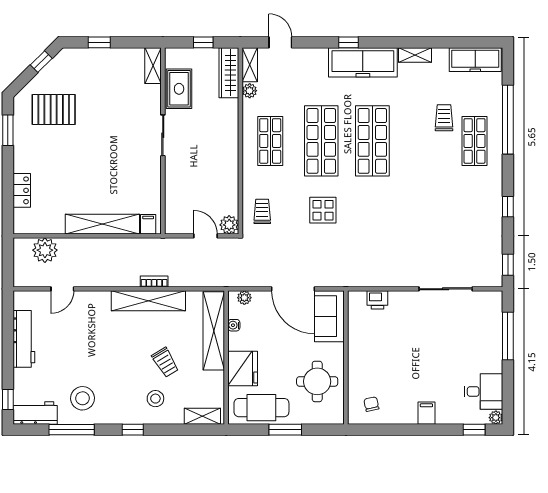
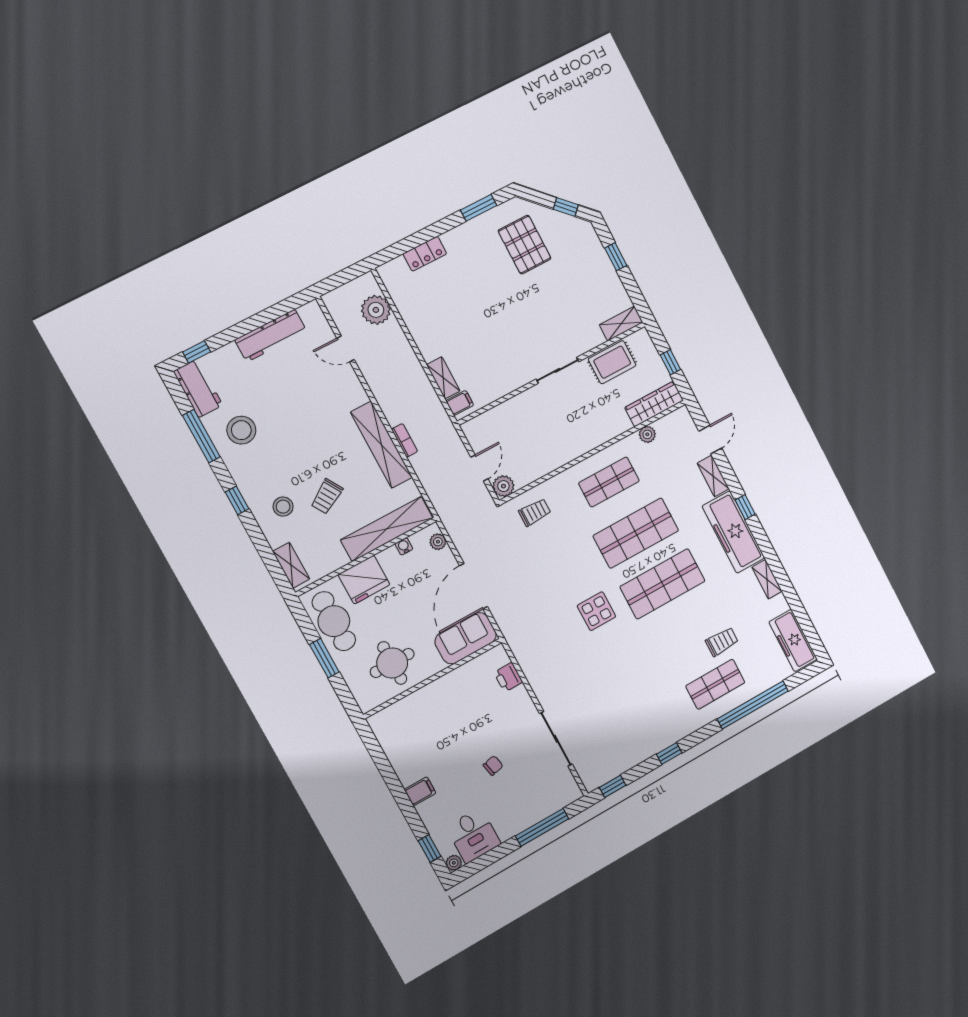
shelving: (250, 65) -> (713, 476), moved, turned 90
display table: (323, 210) -> (596, 611), moved
shelving: (102, 224) -> (443, 378), width x0.45, depth x0.75
chair: (371, 404) -> (493, 765), moved

